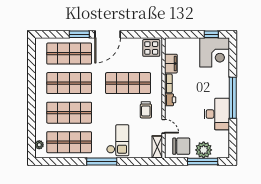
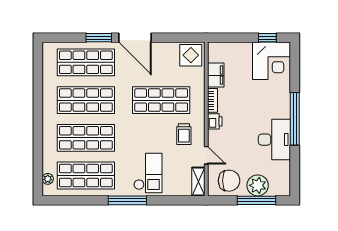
door: (108, 34) -> (135, 38), hinge flipped

